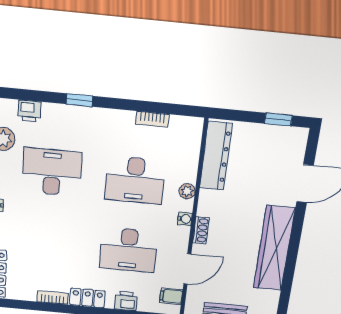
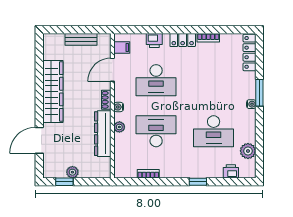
plant: (264, 133) -> (72, 172), added
dresser: (216, 156) -> (103, 134), moved
desk: (128, 250) -> (156, 80), turned 180

